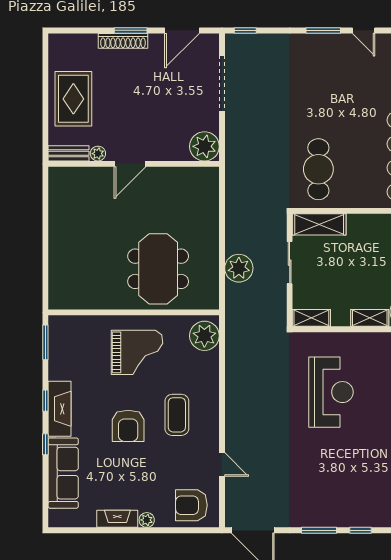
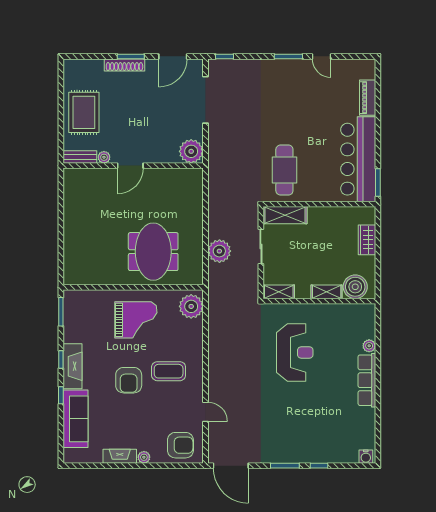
coffee table: (177, 415) -> (169, 371), turned 90
armchair: (191, 505) -> (180, 445), turned 180

